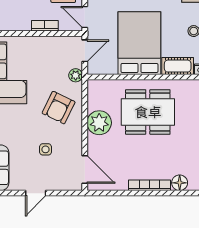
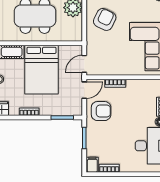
door: (85, 17) -> (84, 90), hinge flipped
plant: (76, 75) -> (91, 45), removed

